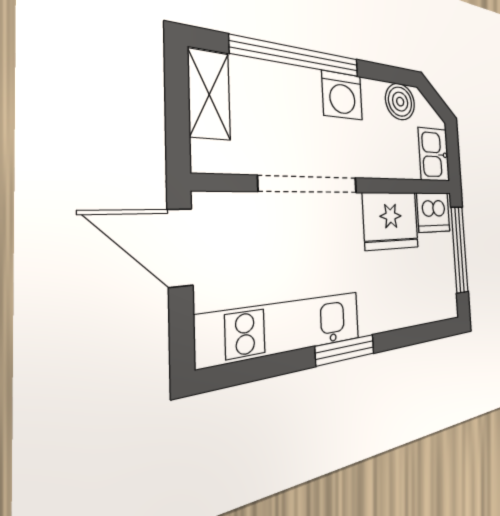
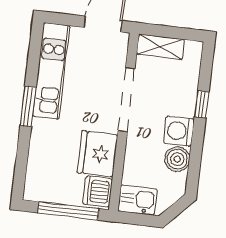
window: (298, 57) -> (202, 104), width x0.32
shelving: (209, 95) -> (160, 47), moved
boiler: (400, 102) -> (177, 159), moved

